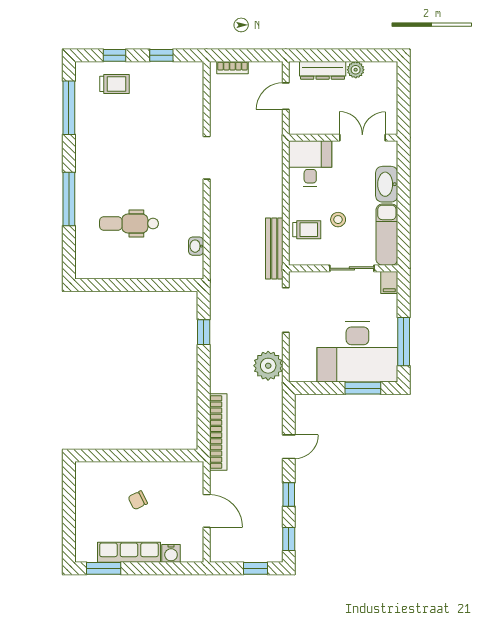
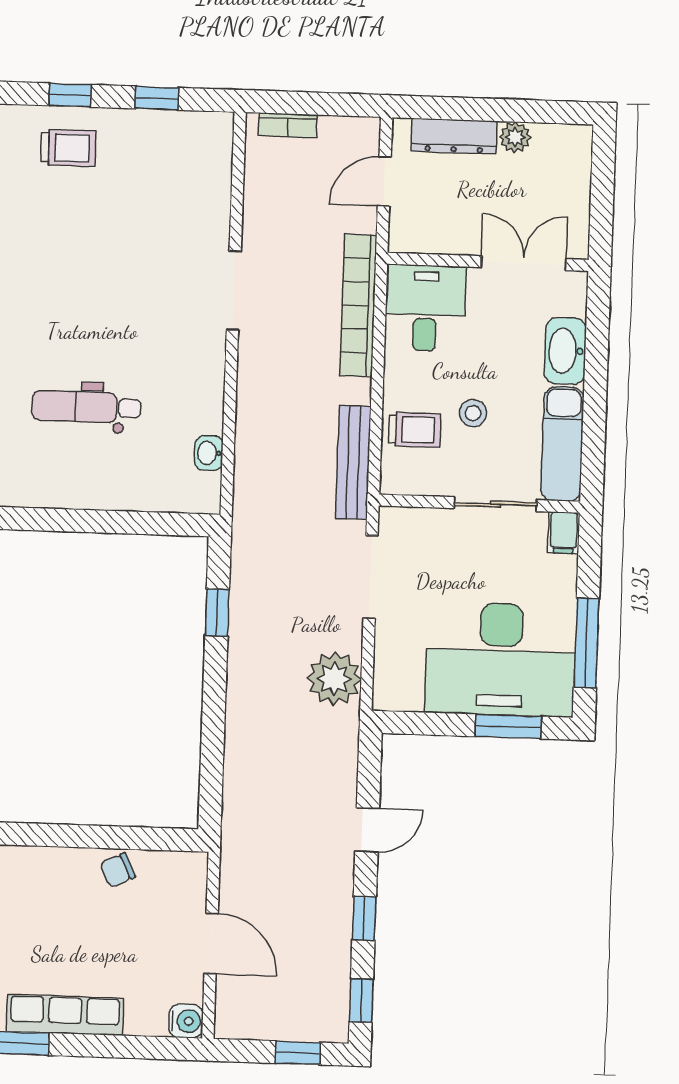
bookcase: (218, 432) -> (358, 305), moved, turned 180
chair: (138, 500) -> (118, 870), moved
water cooler: (171, 553) -> (186, 1021), moved, turned -90

